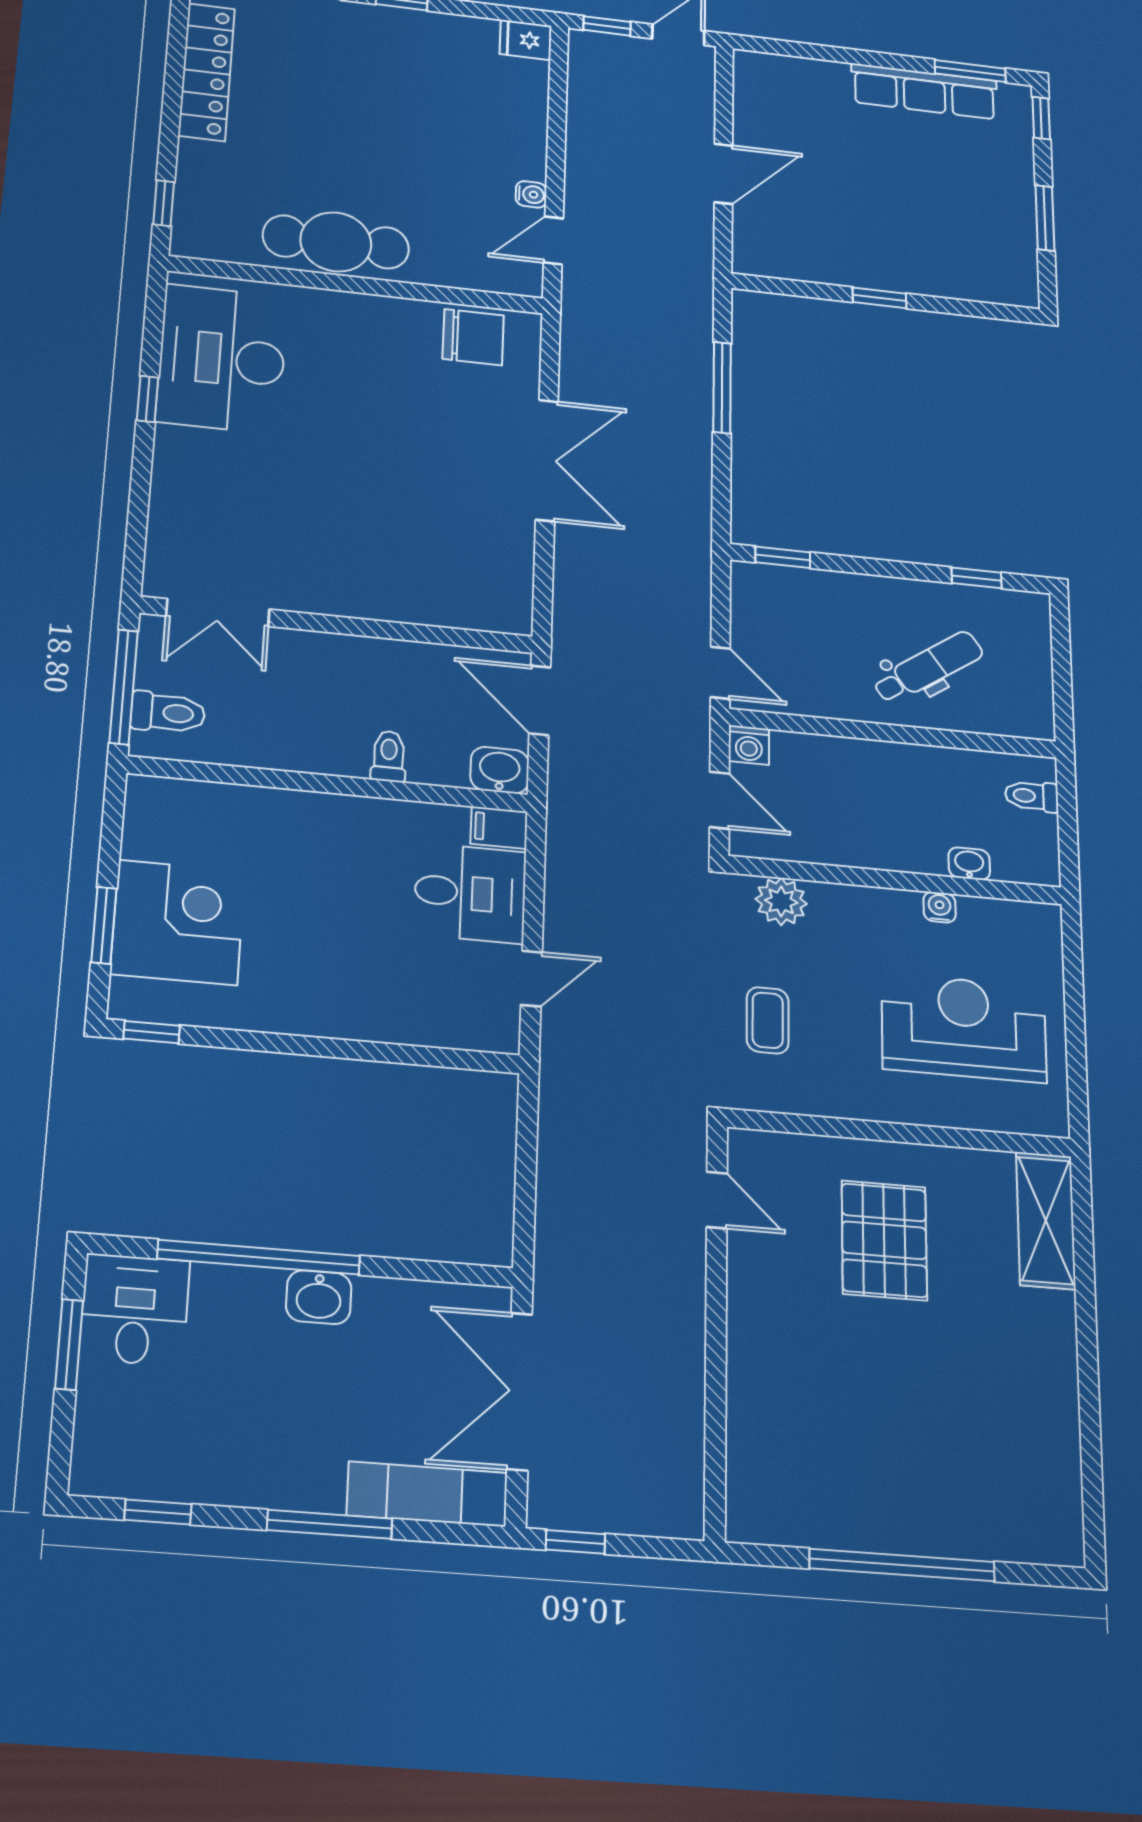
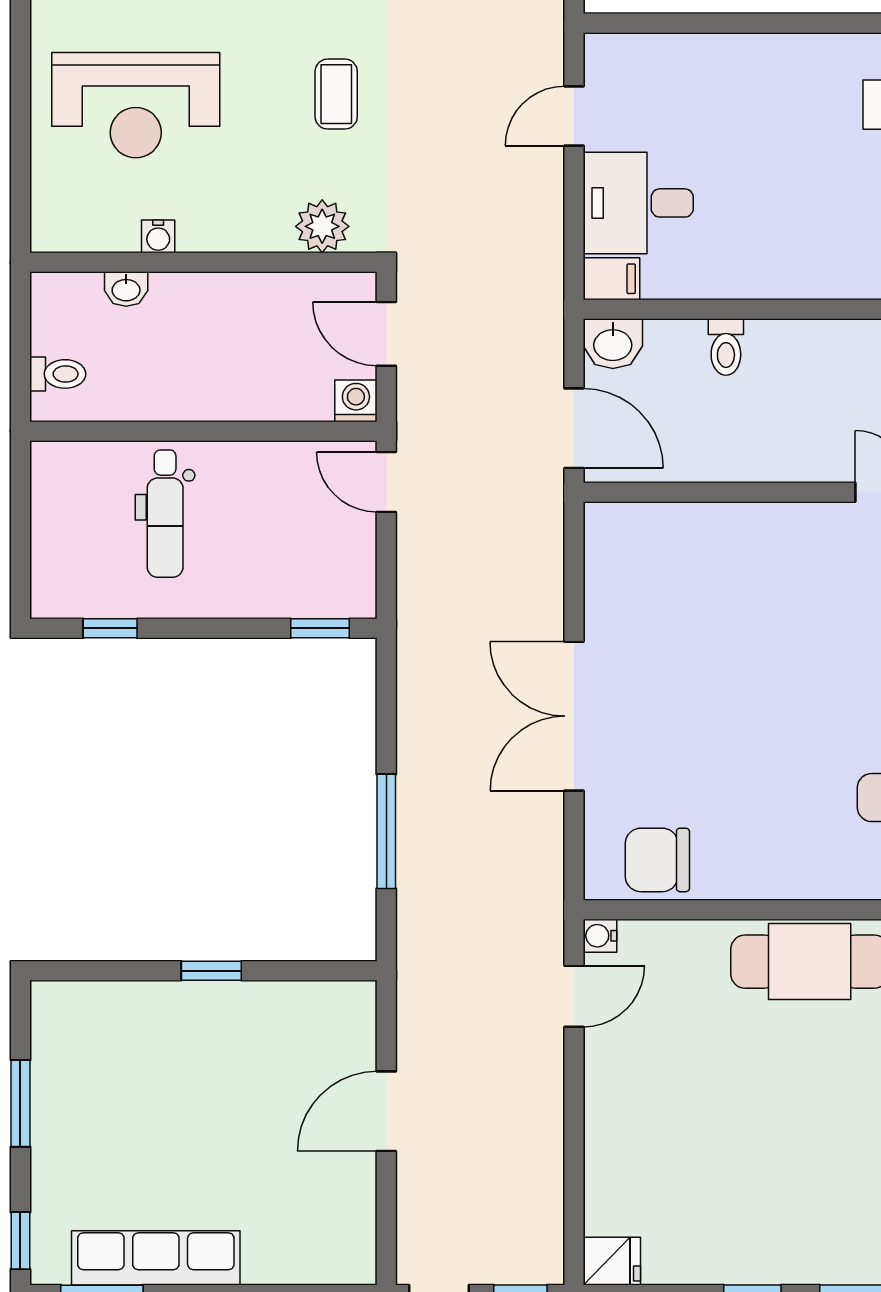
water cooler: (531, 194) -> (600, 936), moved
dental chair: (928, 667) -> (165, 514), turned -55

